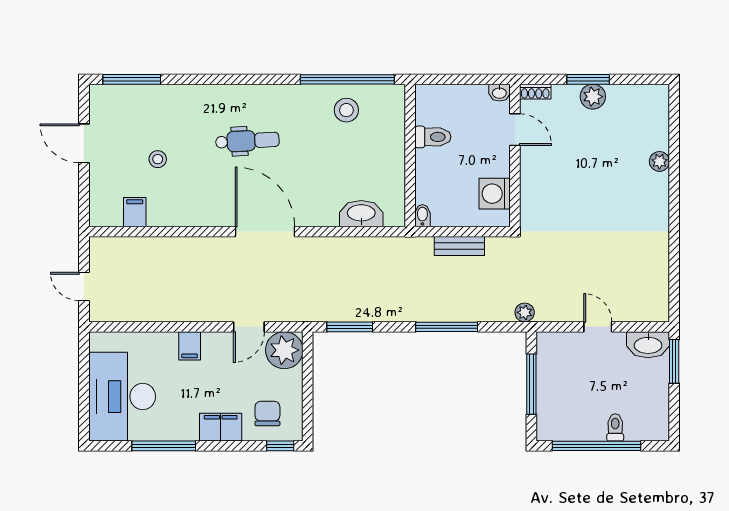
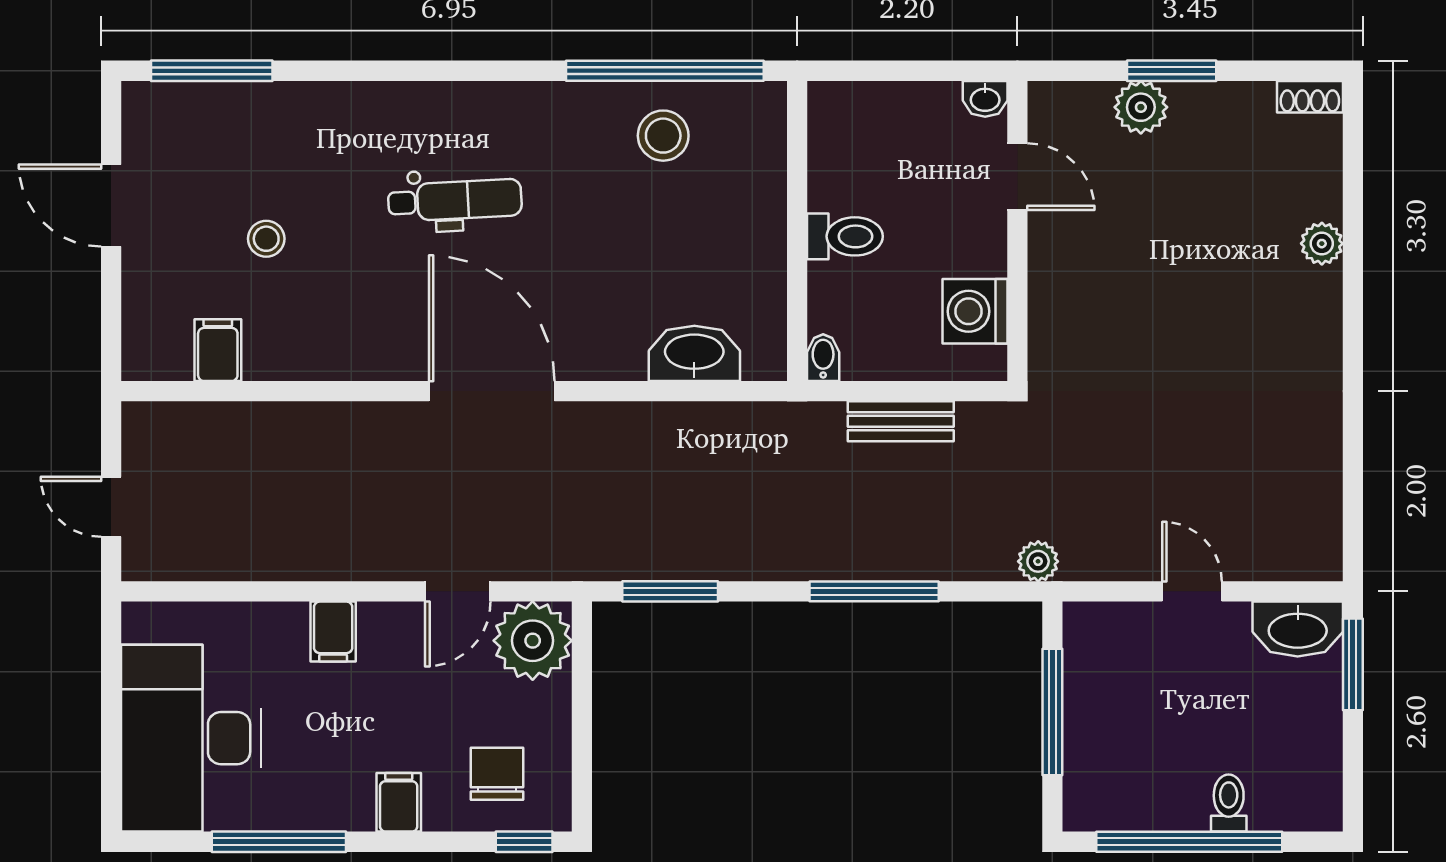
shoe rack: (535, 92) -> (1310, 97), moved
plant: (593, 97) -> (1141, 107), moved
toilet: (433, 137) -> (845, 236), moved
filing cabinet: (221, 427) -> (399, 802), width x0.50

